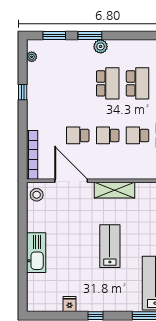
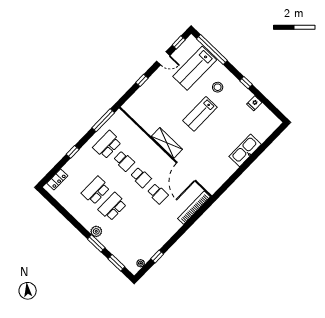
window: (23, 92) -> (157, 256), moved
stool: (37, 195) -> (218, 87), moved

